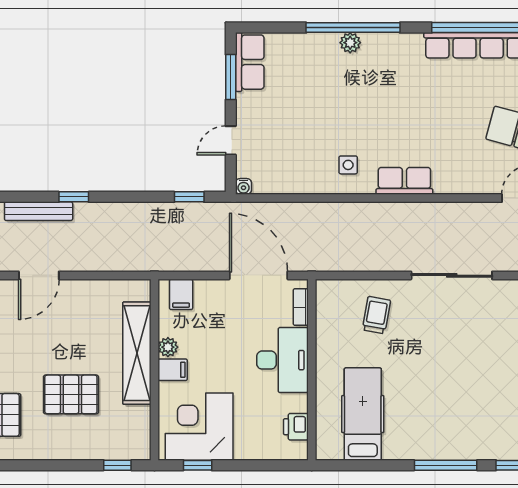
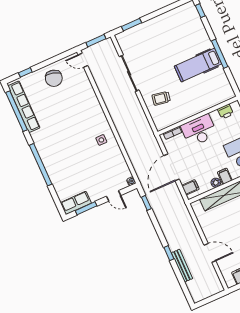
plant: (350, 43) -> (48, 163), removed
row of seats: (404, 181) -> (97, 112), removed
door: (259, 275) -> (171, 167), moved
hospital bed: (363, 414) -> (198, 65), moved
window: (446, 465) -> (220, 54), moved

